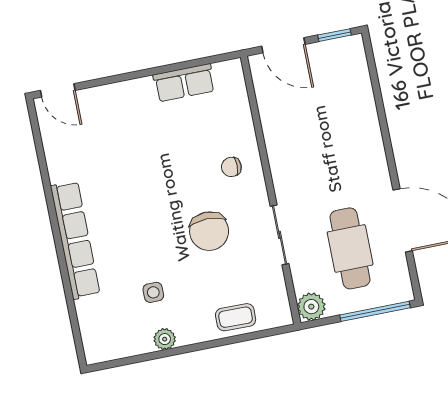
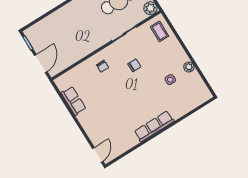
chair: (209, 231) -> (134, 65), width x0.54, depth x0.54
row of seats: (75, 240) -> (154, 126), width x0.73
coffee table: (236, 317) -> (160, 31), moved

